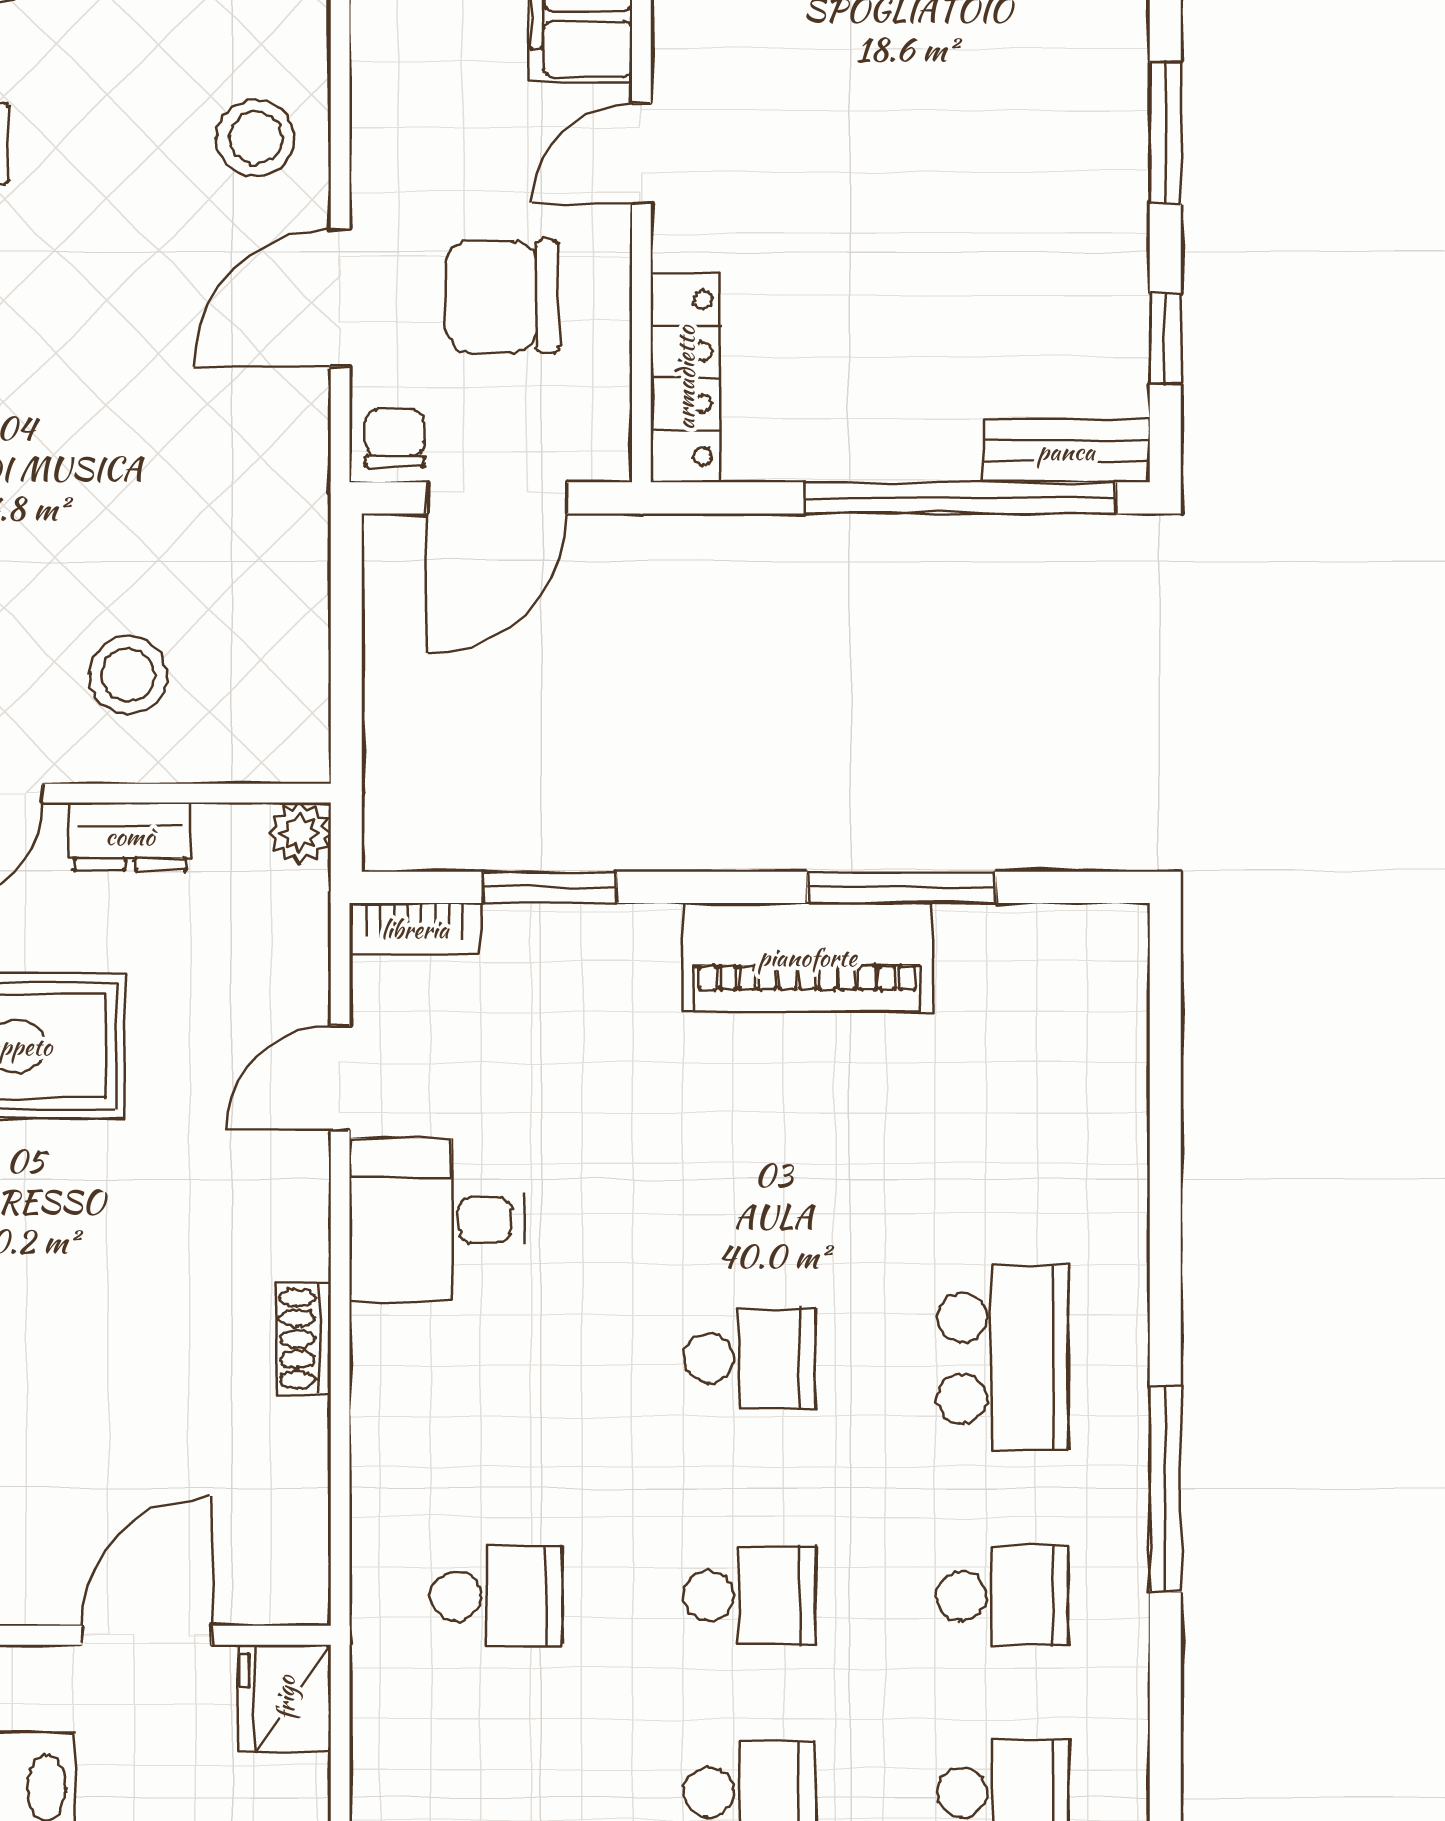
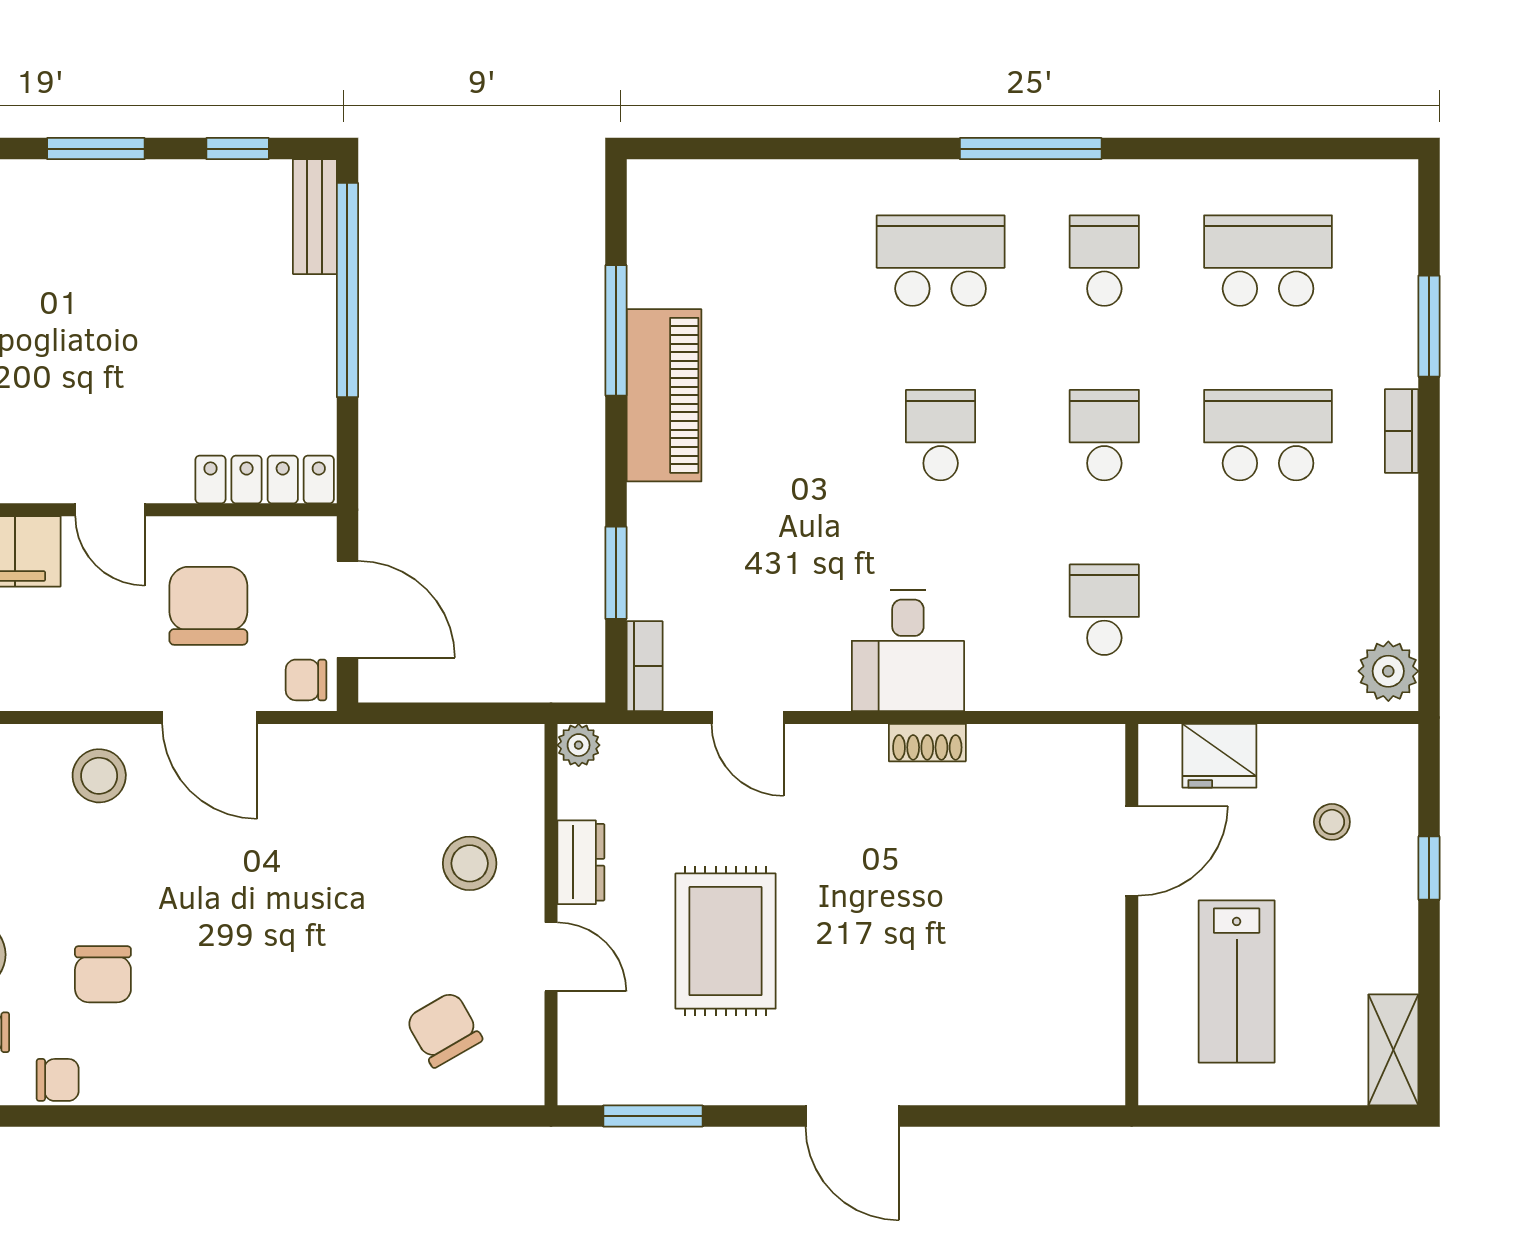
chair: (502, 296) -> (208, 606), turned 180
desk: (437, 1220) -> (908, 651), moved
door: (147, 1635) -> (1132, 851), swing flipped
fridge: (285, 1698) -> (1219, 756), moved

